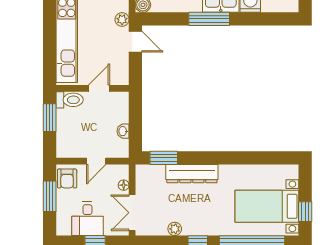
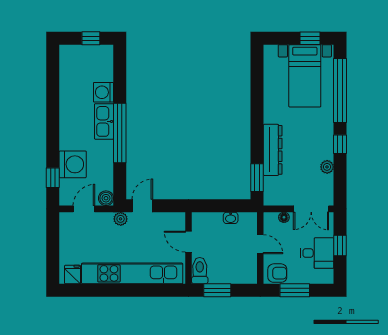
window: (209, 19) -> (120, 133), width x1.46

